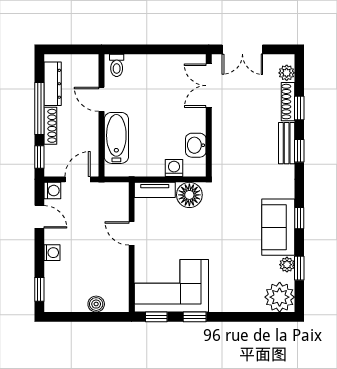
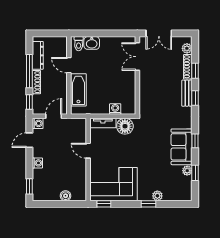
washbasin: (196, 145) -> (92, 43), moved, turned -90
door: (39, 217) -> (29, 140), swing flipped
plant: (280, 297) -> (157, 196), moved, width x0.53, depth x0.53
window: (195, 317) -> (149, 204), moved

